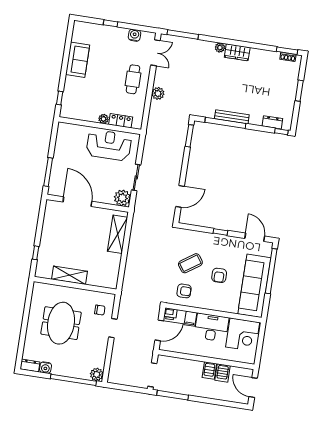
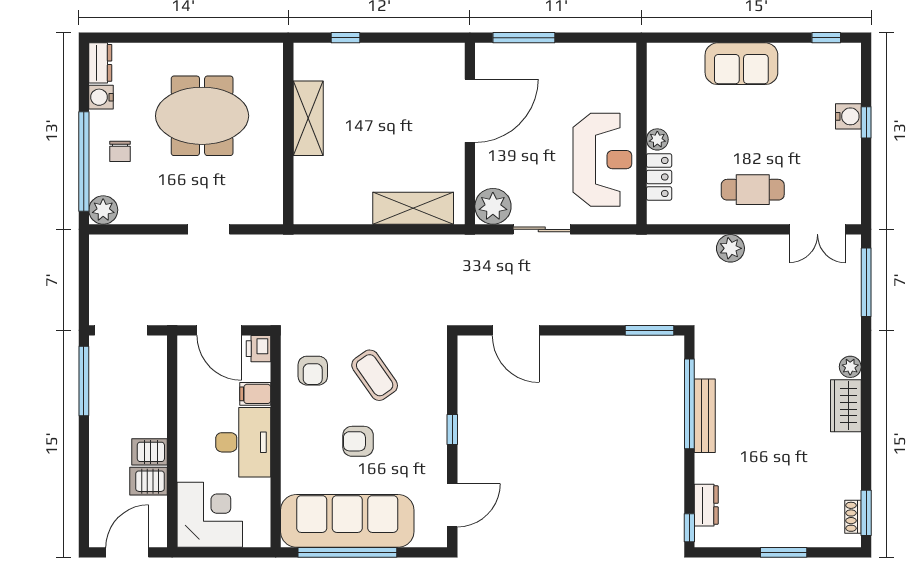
water cooler: (134, 35) -> (848, 116), moved
sofa: (78, 60) -> (741, 64), moved
window: (60, 98) -> (826, 38), moved
window: (271, 271) -> (347, 552), moved
chair: (100, 310) -> (120, 151), moved
corner desk: (243, 335) -> (210, 515), moved, turned 180

